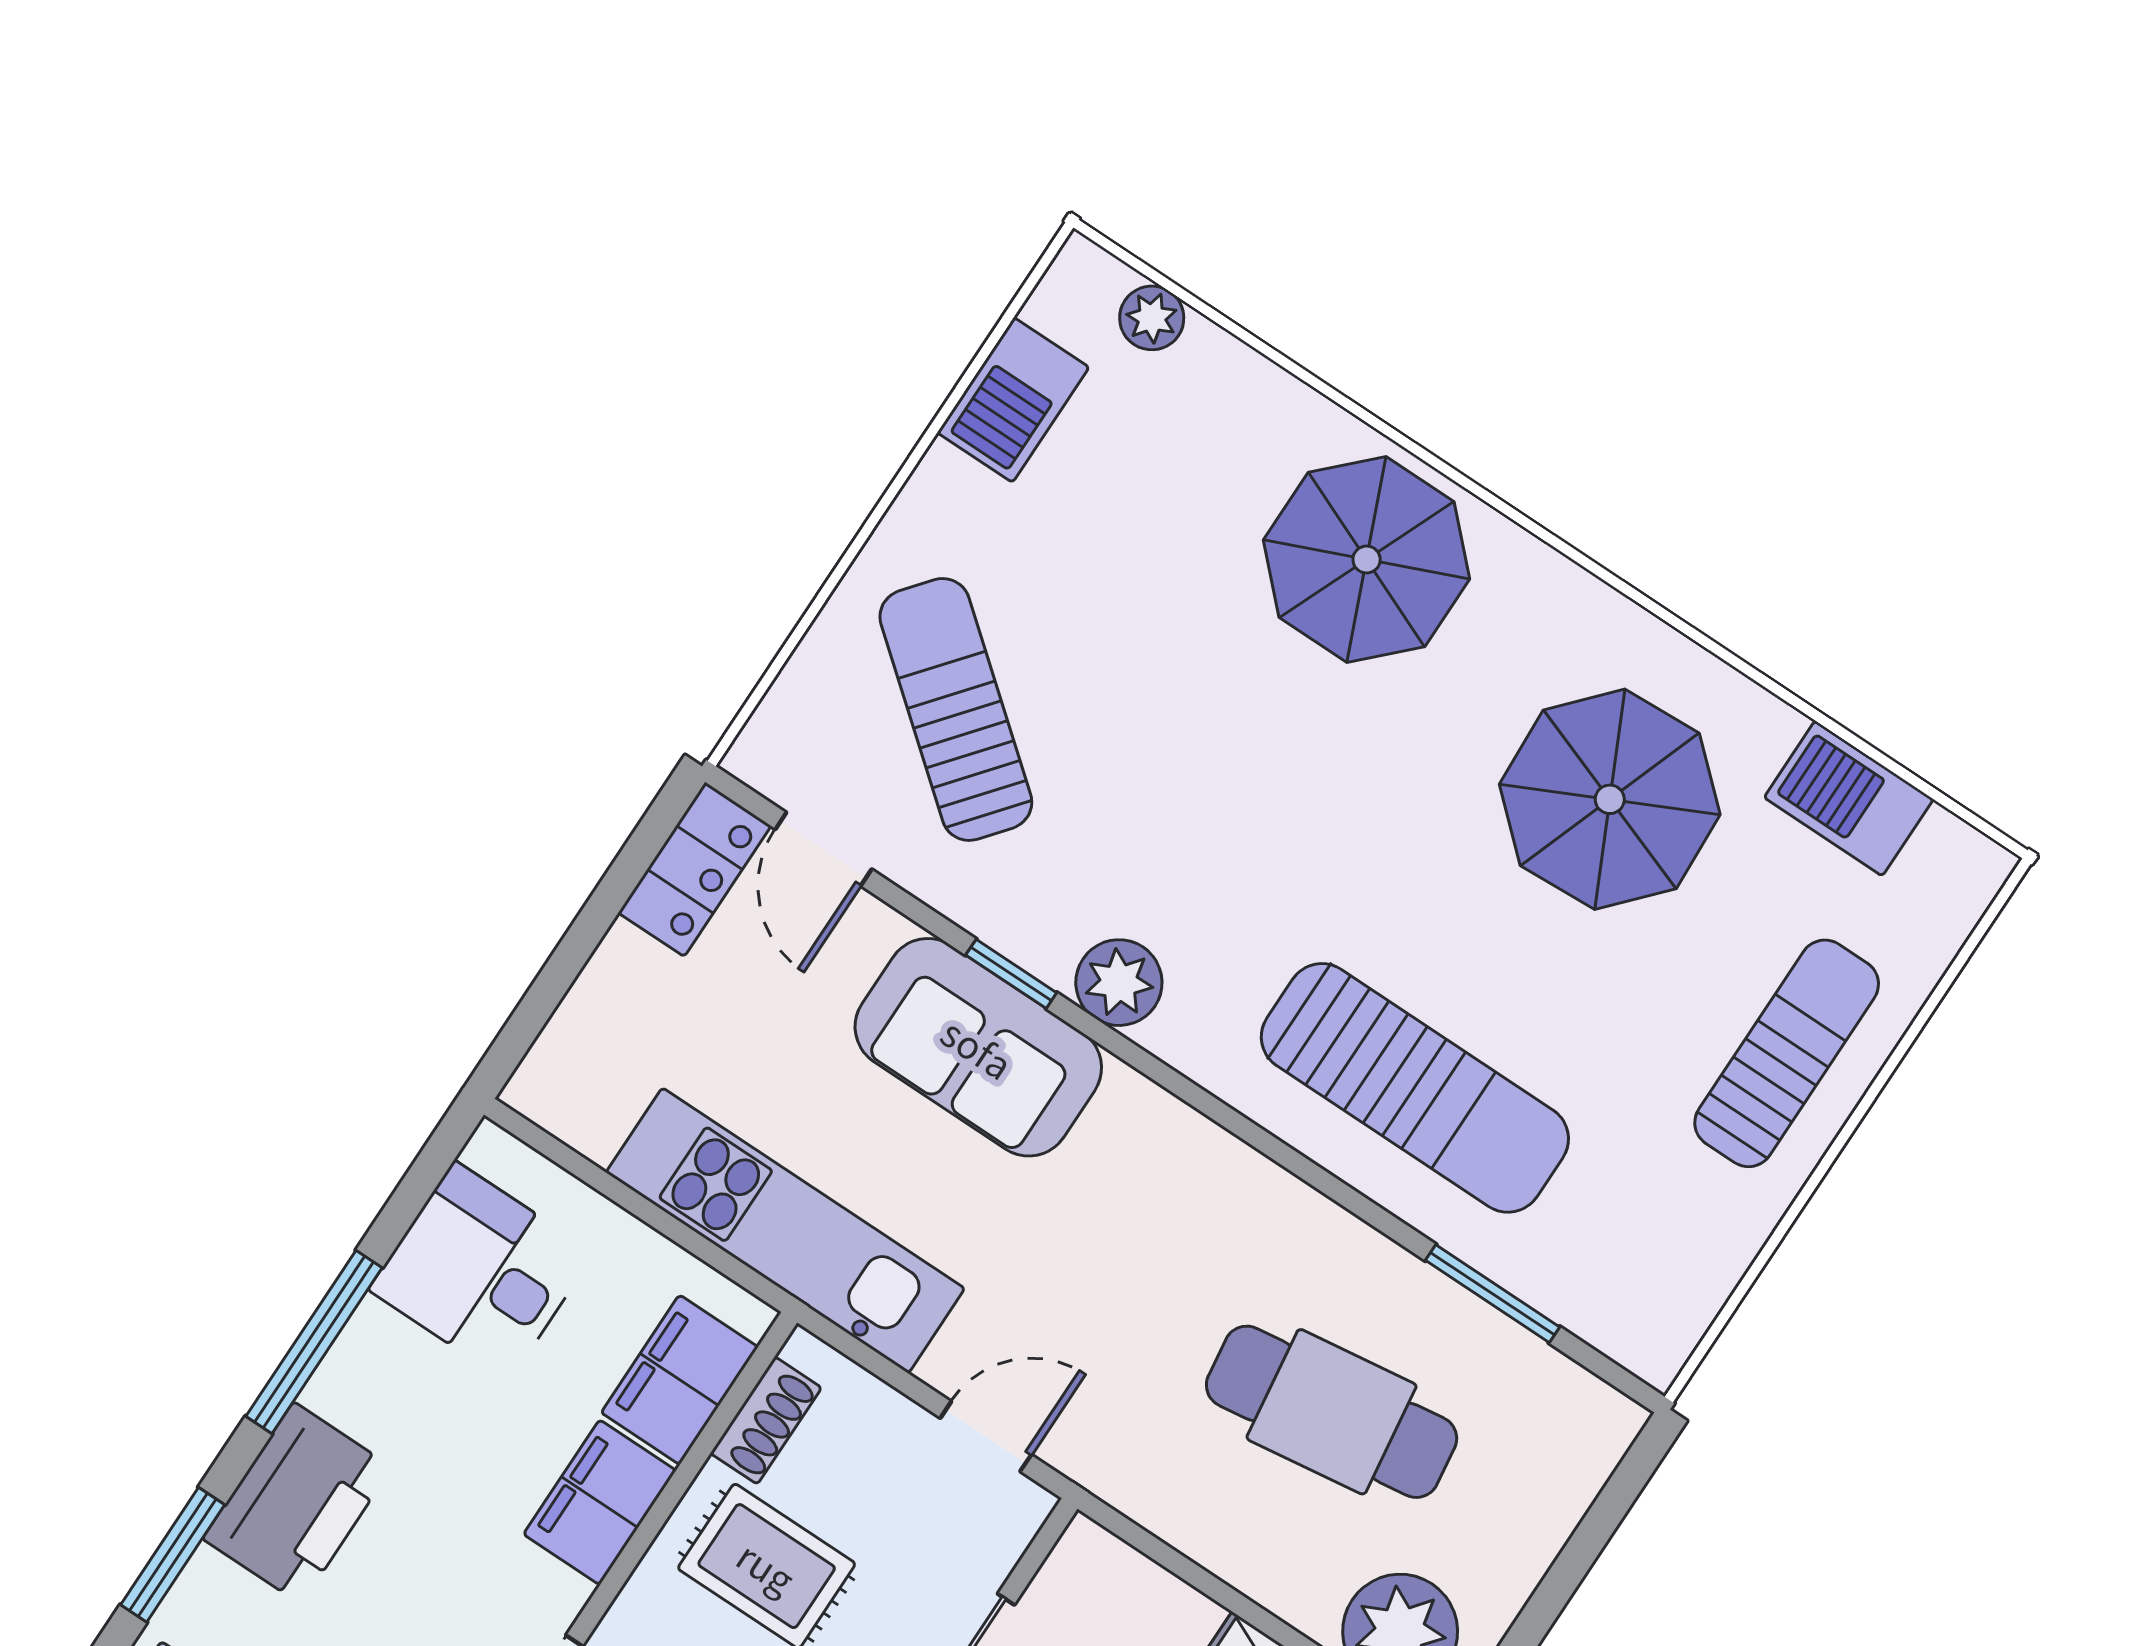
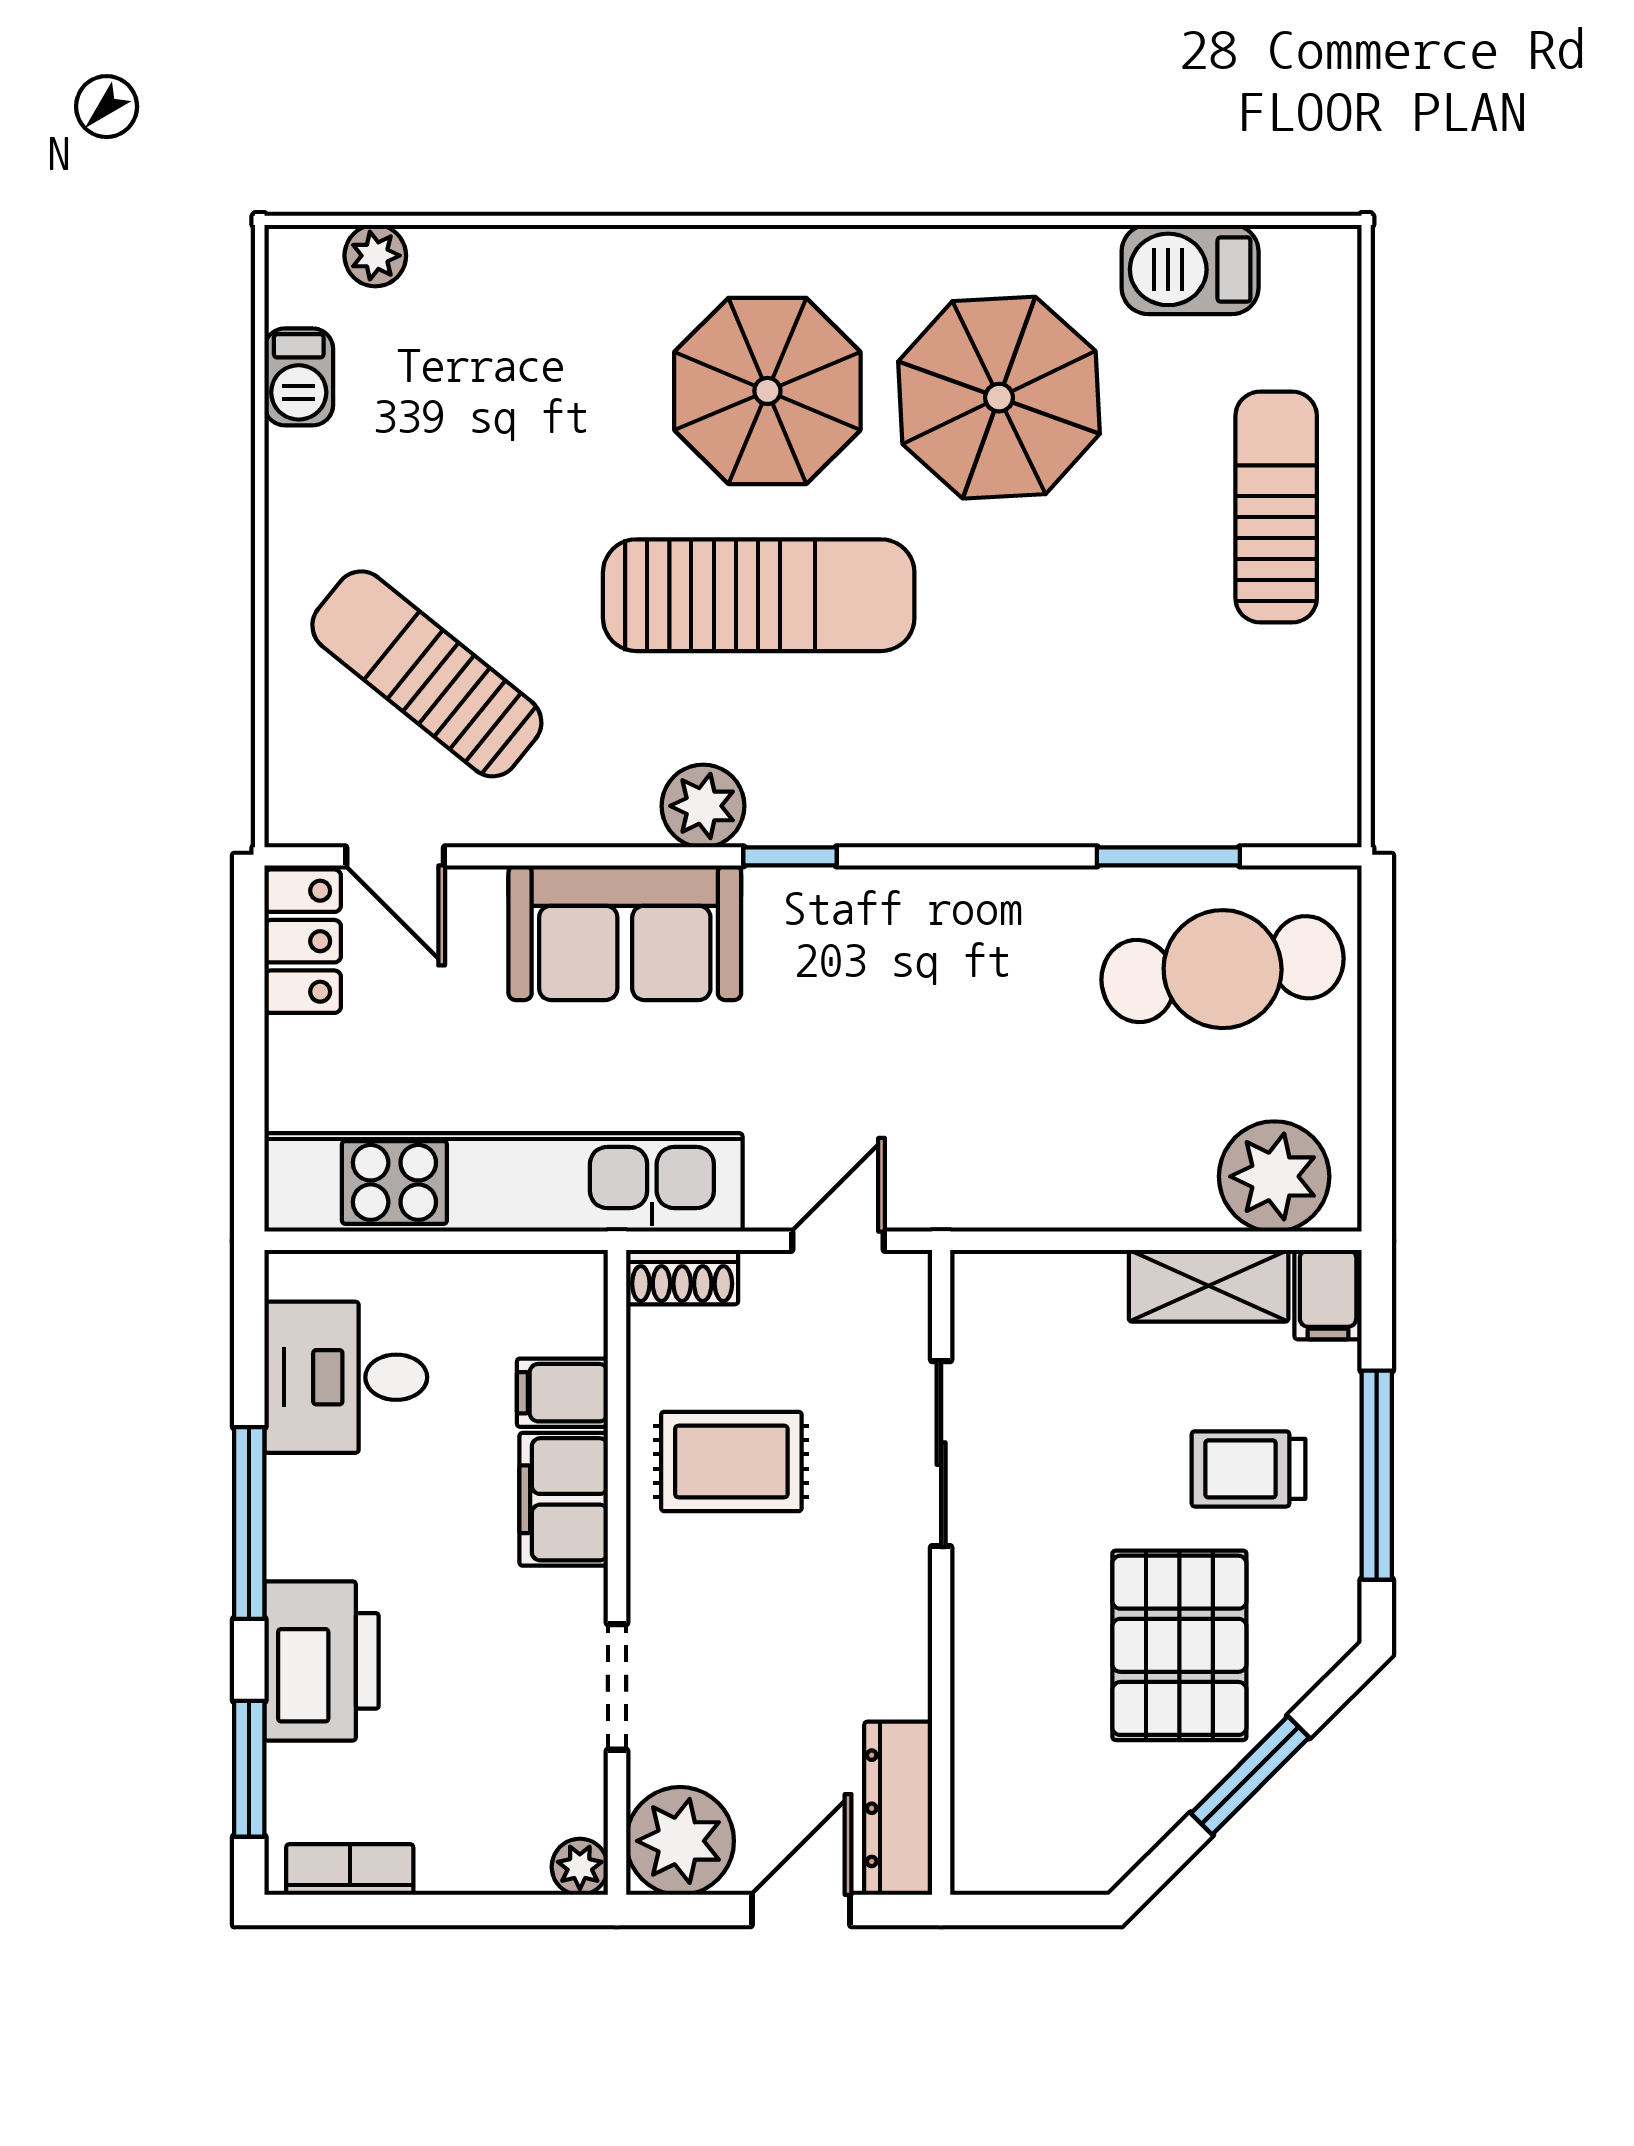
barbecue: (1013, 400) -> (299, 377), width x0.73, depth x0.79
parasol: (1367, 560) -> (767, 391), moved
window: (1011, 974) -> (790, 856), moved
sun lounger: (1415, 1088) -> (759, 595), moved
kitchen unit: (785, 1230) -> (504, 1182), width x1.36
filing cabinet: (680, 1380) -> (562, 1393), width x0.50
cafe table: (1332, 1412) -> (1223, 969), moved
shoe rack: (766, 1420) -> (682, 1277), moved, turned 90

